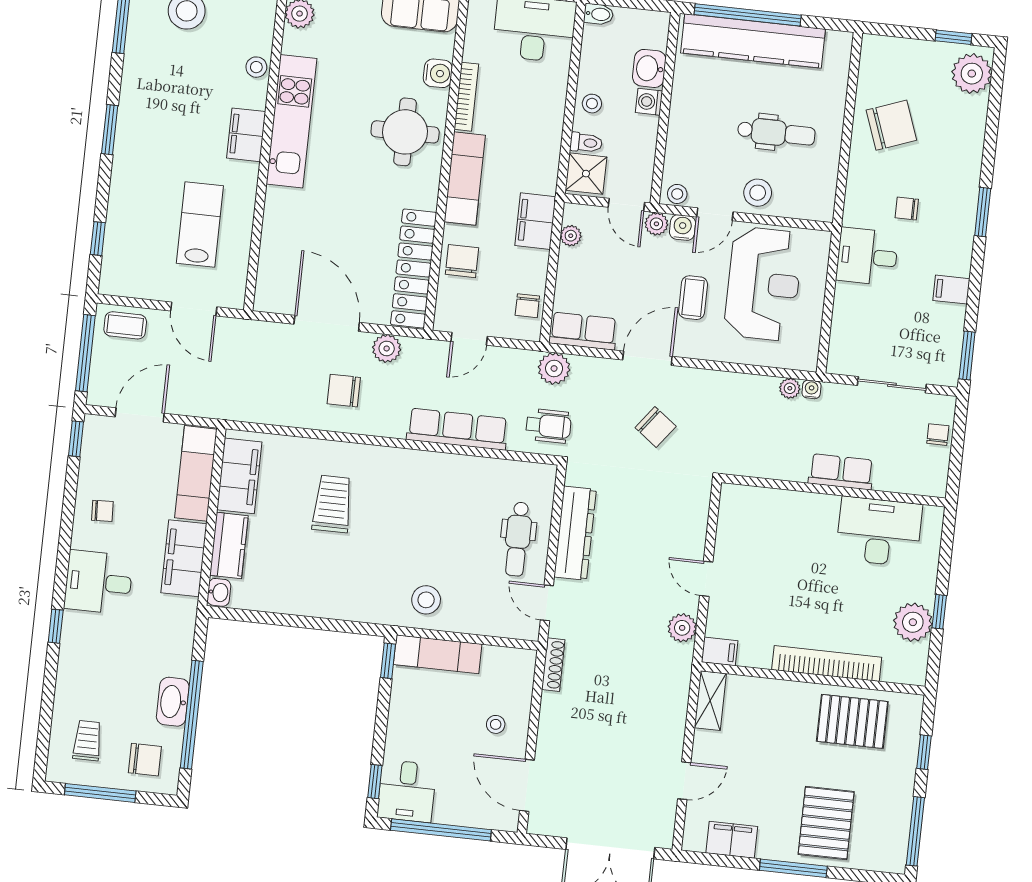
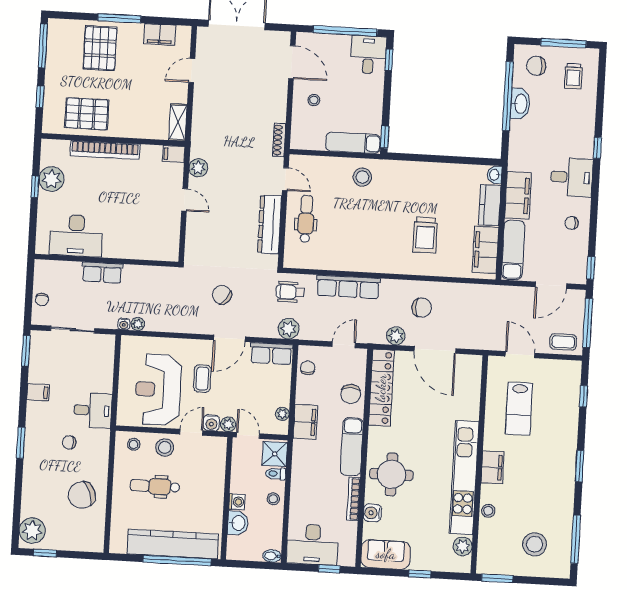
kitchen unit: (291, 121) -> (464, 477), width x1.36
stool: (677, 194) -> (134, 444), moved
chair: (907, 209) -> (69, 442), turned 180

